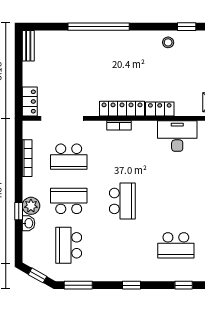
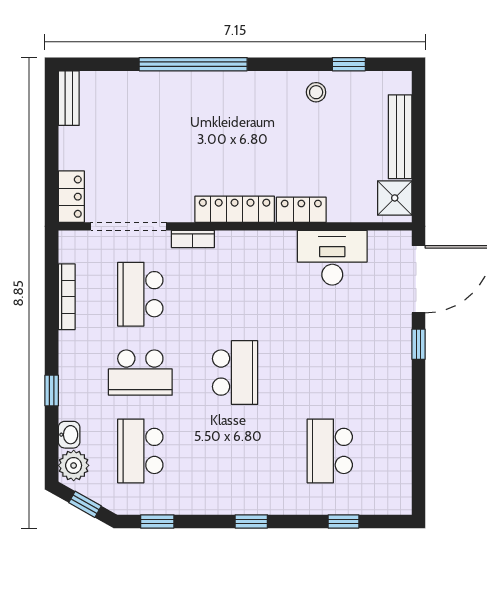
bookcase: (119, 125) -> (193, 239), moved
school desk: (69, 157) -> (140, 294), turned 90
school desk: (69, 201) -> (140, 373), turned 180
plant: (31, 206) -> (74, 465), moved
washbasin: (28, 223) -> (69, 435), moved
school desk: (176, 245) -> (330, 451), turned 90
window: (78, 285) -> (157, 521), width x0.67

